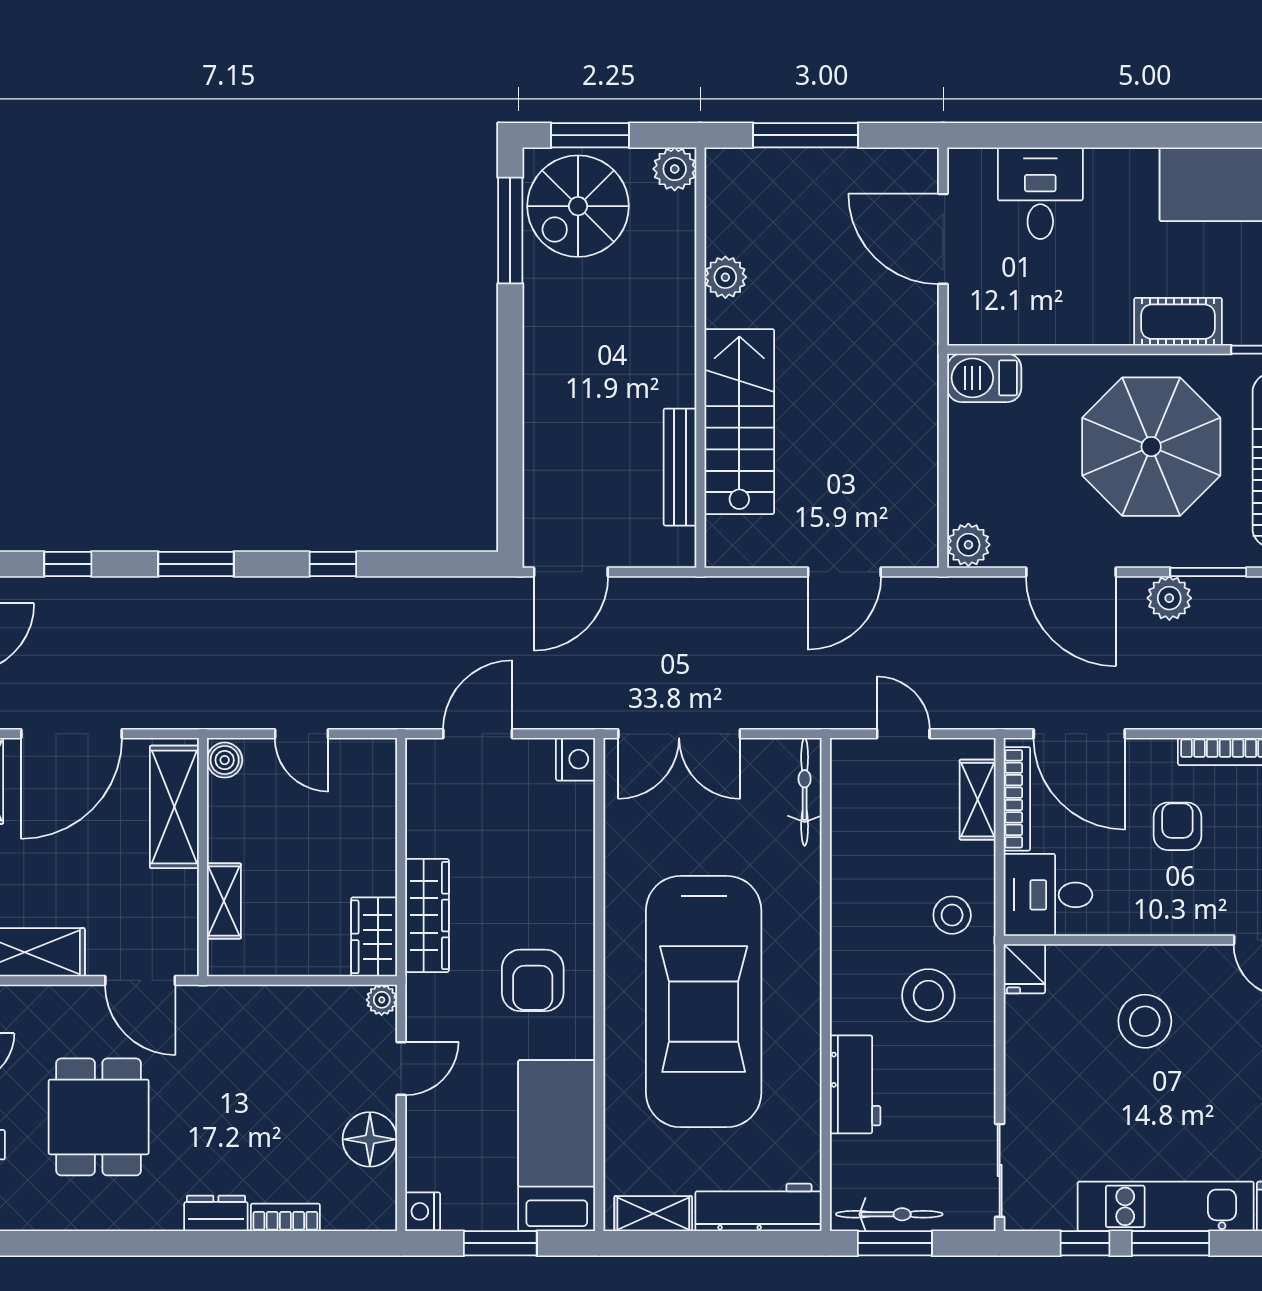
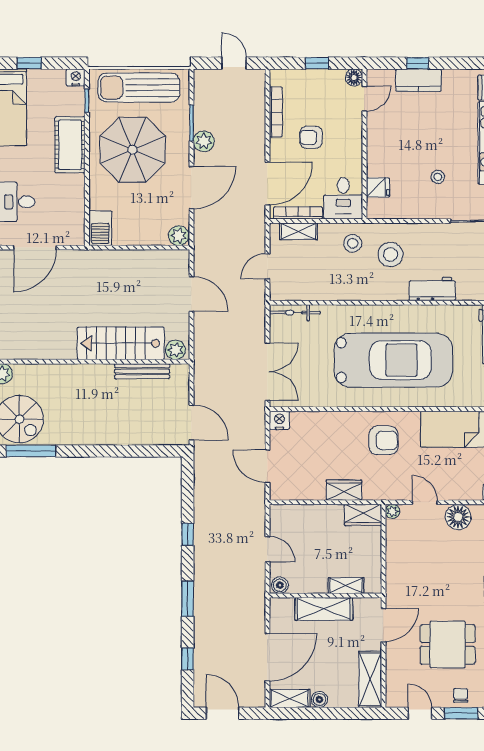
plant: (725, 277) -> (176, 350), moved
cot: (1178, 322) -> (70, 145), width x1.37, depth x1.34
door: (72, 734) -> (267, 657), hinge flipped
door: (302, 734) -> (267, 549), hinge flipped
shelving: (174, 807) -> (324, 609), moved
wardrobe: (427, 915) -> (344, 490), width x0.67
fridge: (1024, 969) -> (378, 187), moved
stool: (1145, 1021) -> (438, 177), moved, width x0.53, depth x0.53

